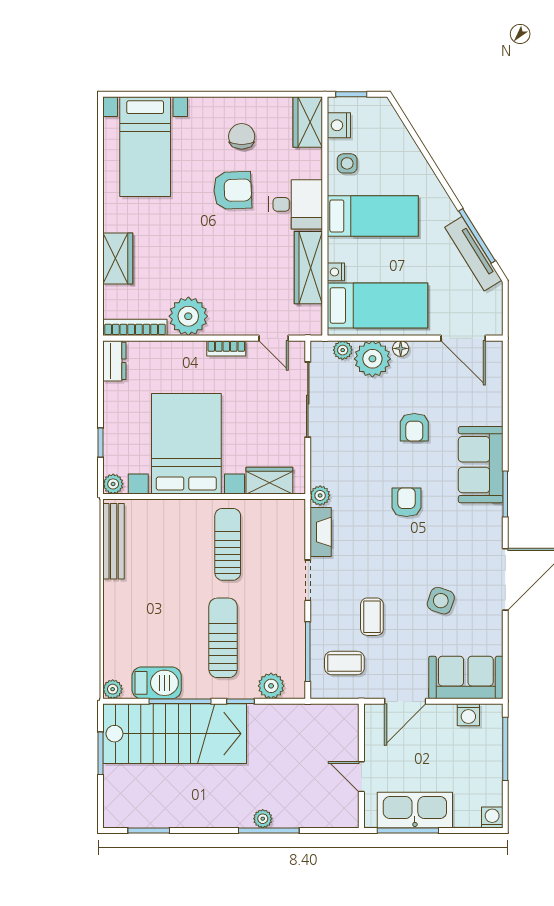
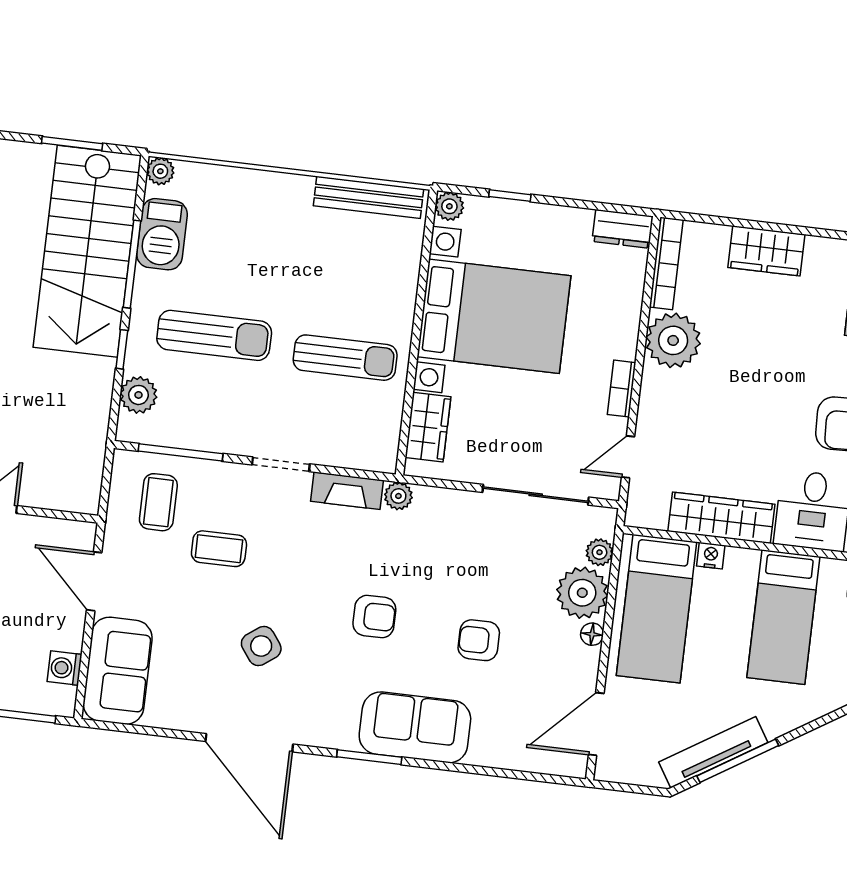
side table: (441, 601) -> (261, 646), moved, turned 35

